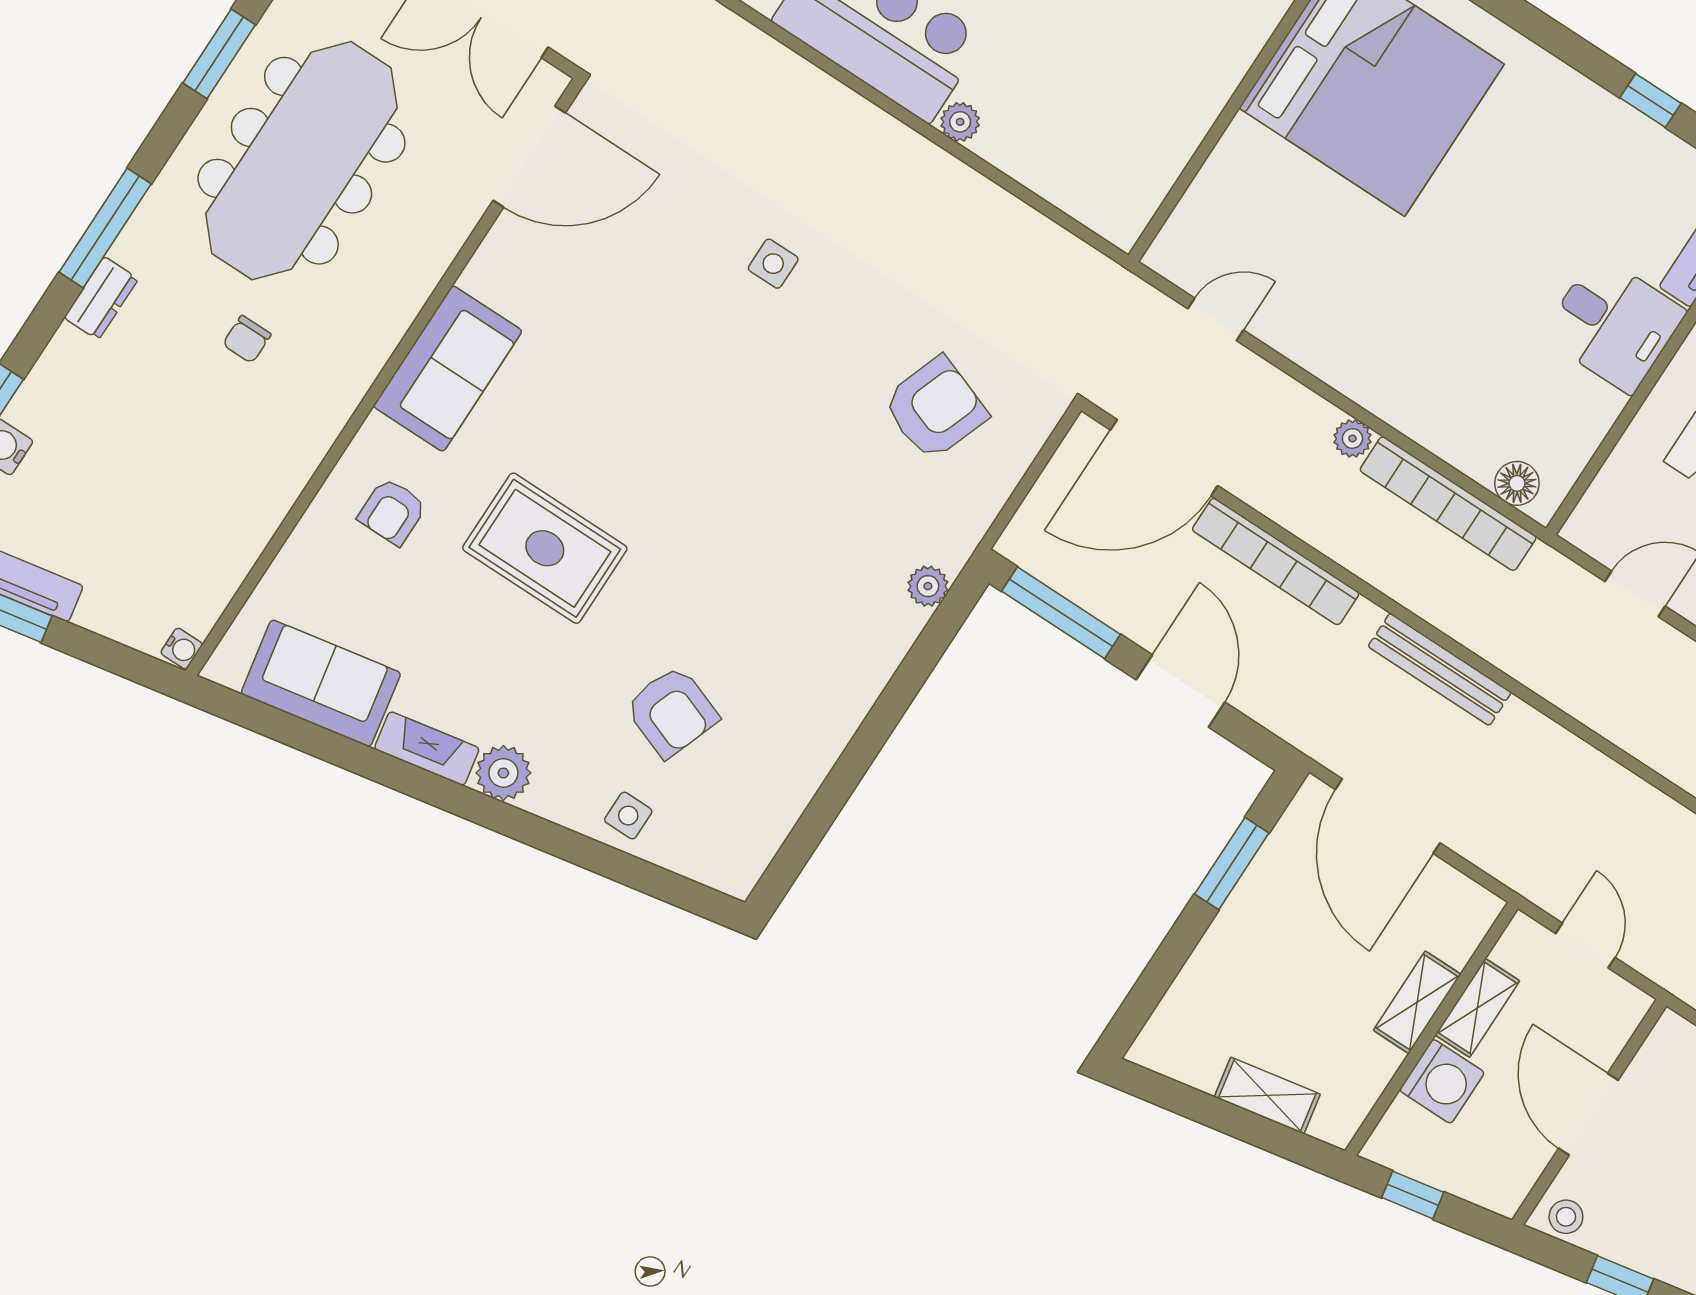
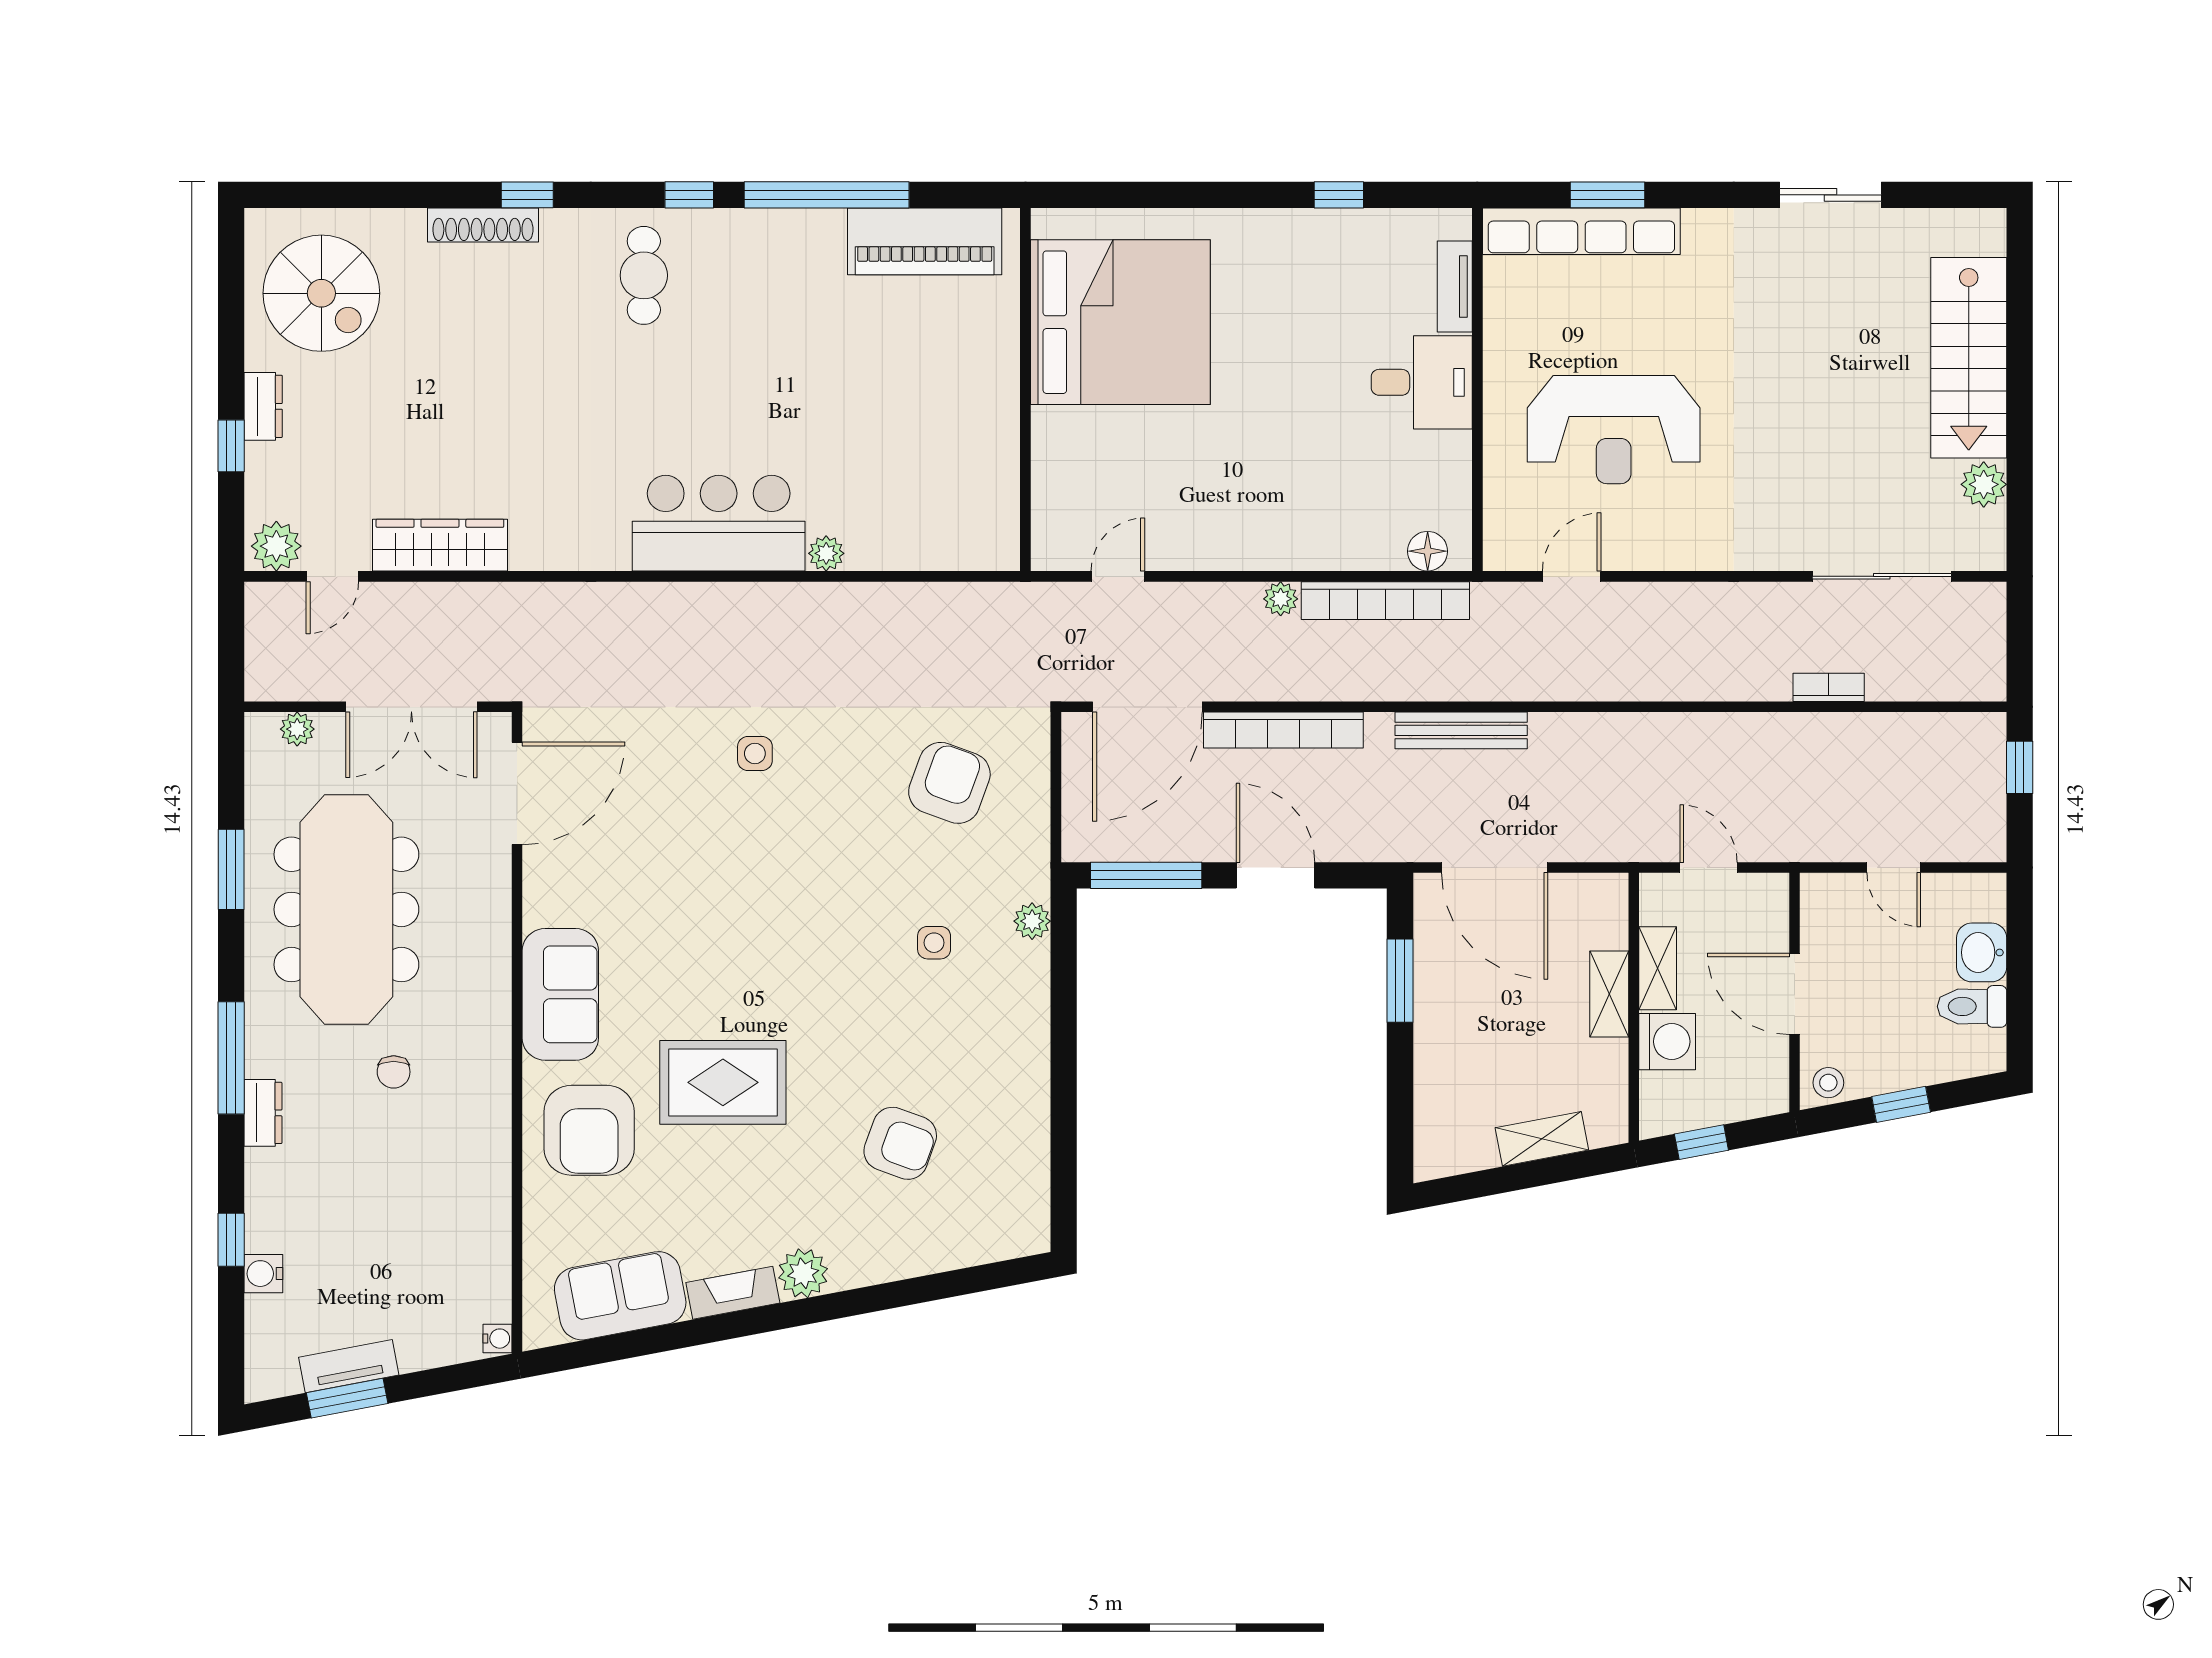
armchair: (392, 511) -> (589, 1130), width x1.88, depth x1.88
side table: (628, 816) -> (934, 943), moved

